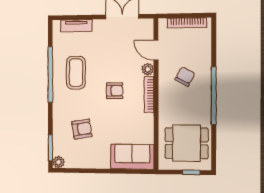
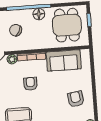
floor lamp: (204, 108) -> (39, 14), added
armchair: (82, 129) -> (76, 99), moved
sofa: (132, 157) -> (64, 60), moved, turned -90

